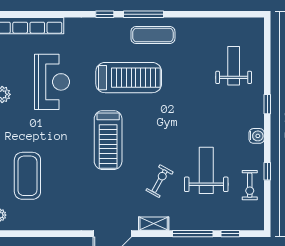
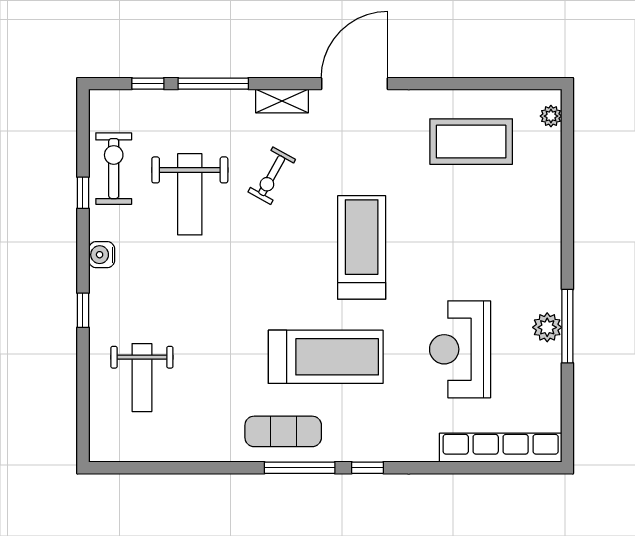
treadmill: (129, 78) -> (326, 357), turned 180
coffee table: (27, 176) -> (471, 142), moved, turned 90
exercise bike: (250, 185) -> (114, 169), width x1.38, depth x1.39

